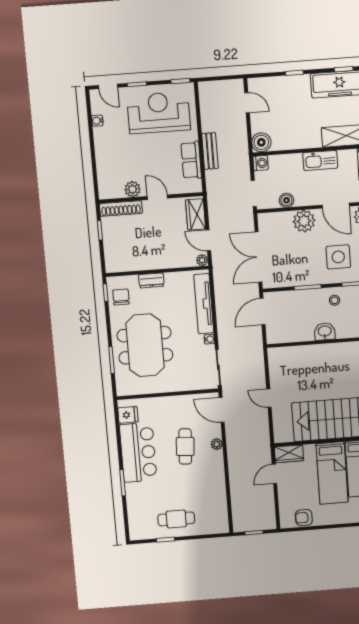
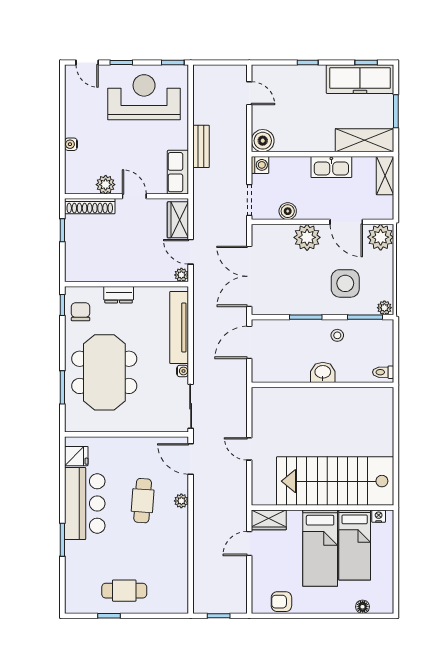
water cooler: (97, 121) -> (71, 144), moved
row of seats: (191, 160) -> (178, 172), moved

